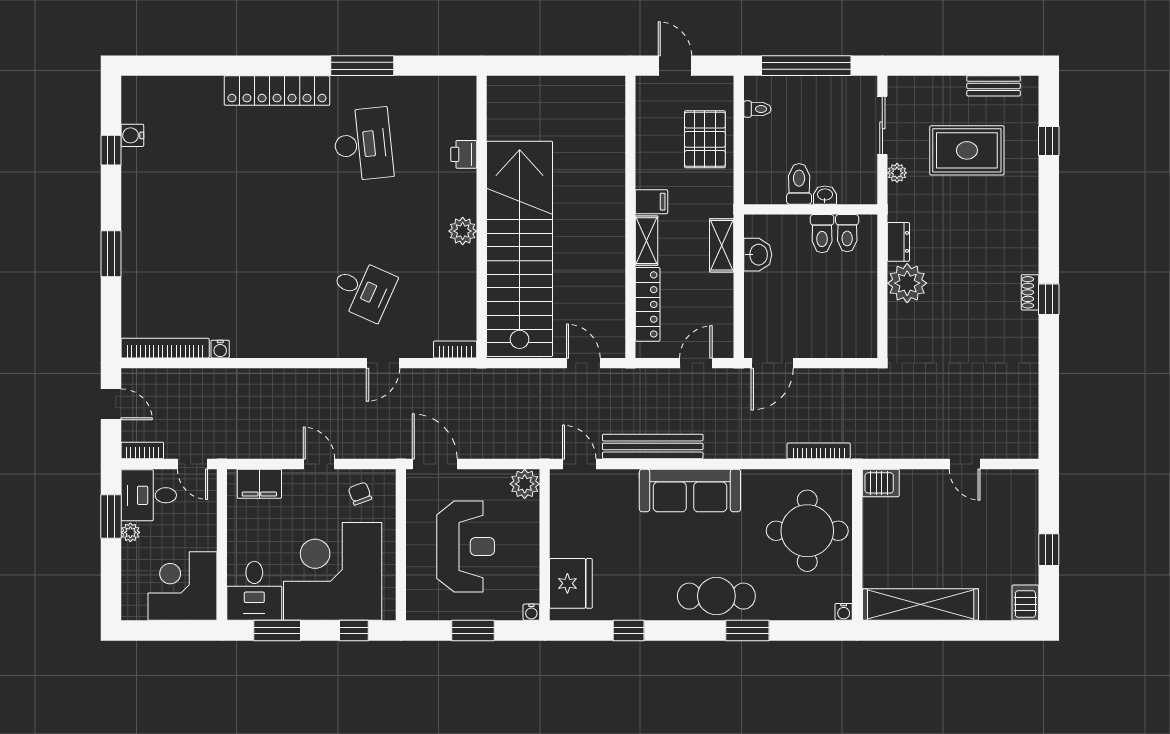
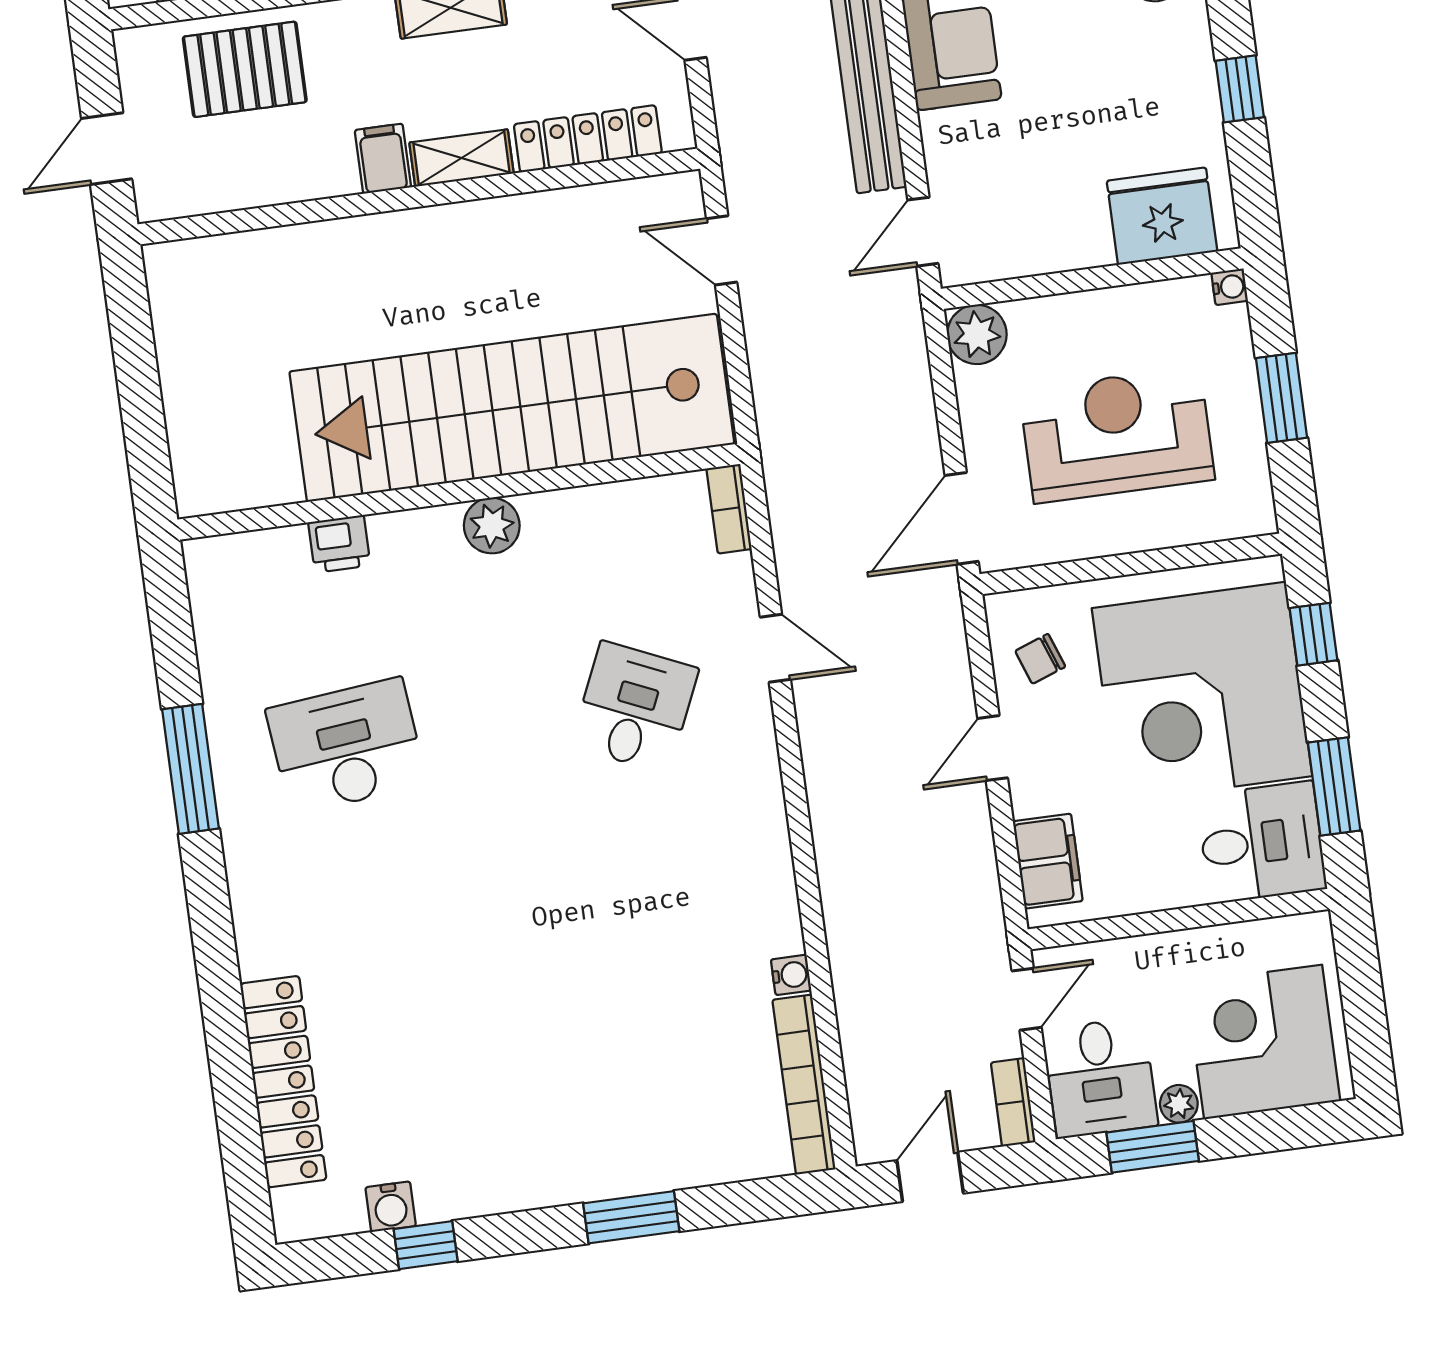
locker: (277, 91) -> (283, 1082), moved
door: (583, 363) -> (722, 250), hinge flipped
corner desk: (182, 586) -> (1263, 1042), moved, turned 90

